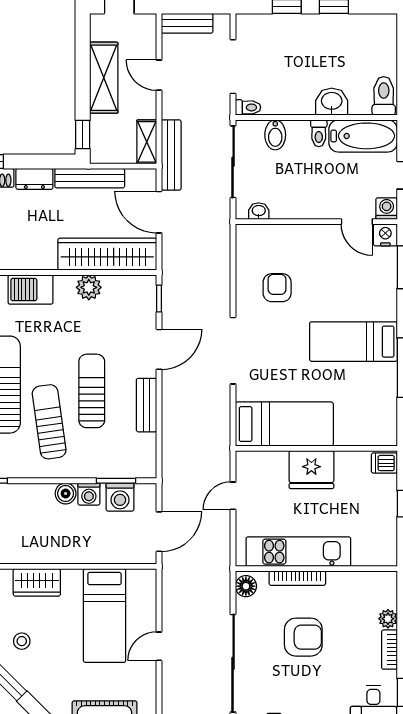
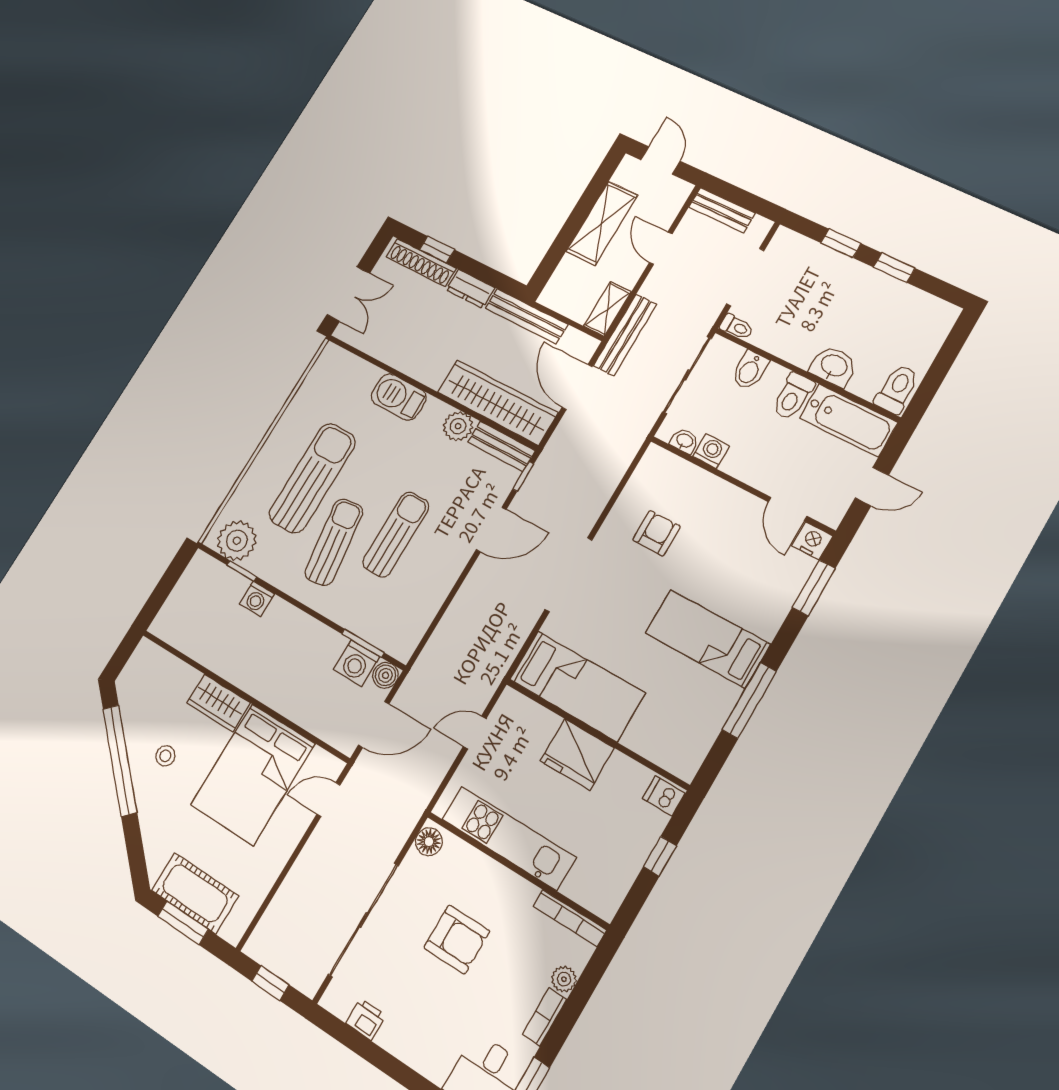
toilet: (319, 133) -> (793, 396), width x1.37, depth x1.39
window: (83, 135) -> (546, 269), removed
washing machine: (387, 209) -> (711, 451), moved
bench: (146, 405) -> (501, 446), moved, turned 90
boiler: (66, 493) -> (385, 675), moved
washing machine: (89, 494) -> (257, 599), moved
bookcase: (297, 578) -> (570, 918), moved
bed: (105, 616) -> (253, 774), width x1.50
door: (159, 646) -> (328, 800), moved

